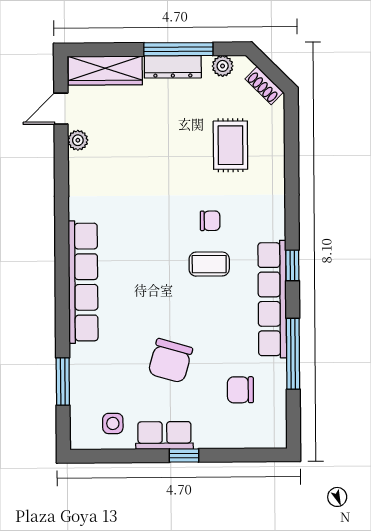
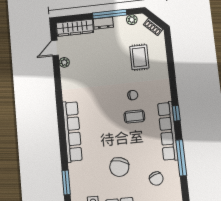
dresser: (173, 67) -> (103, 23), width x0.70
chair: (240, 390) -> (156, 179), turned -111

